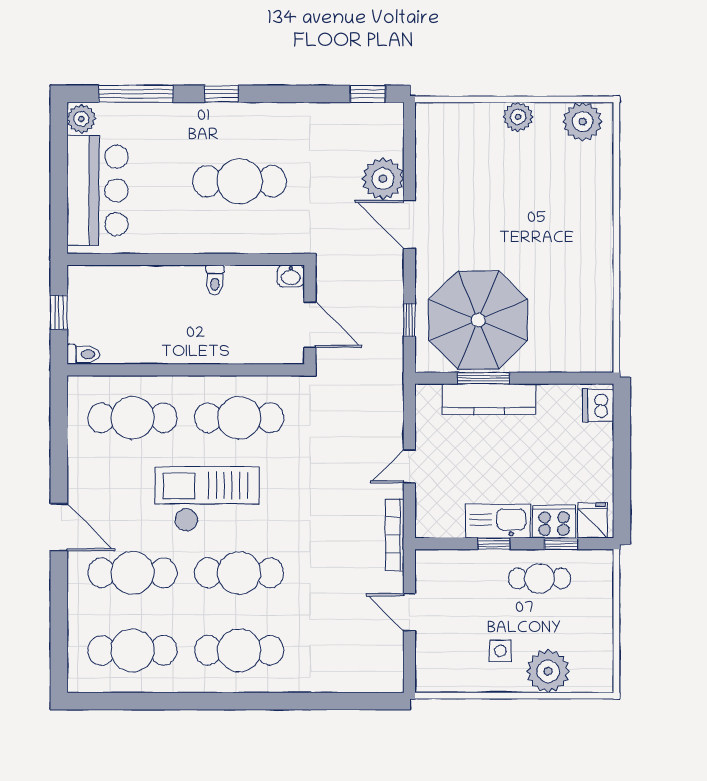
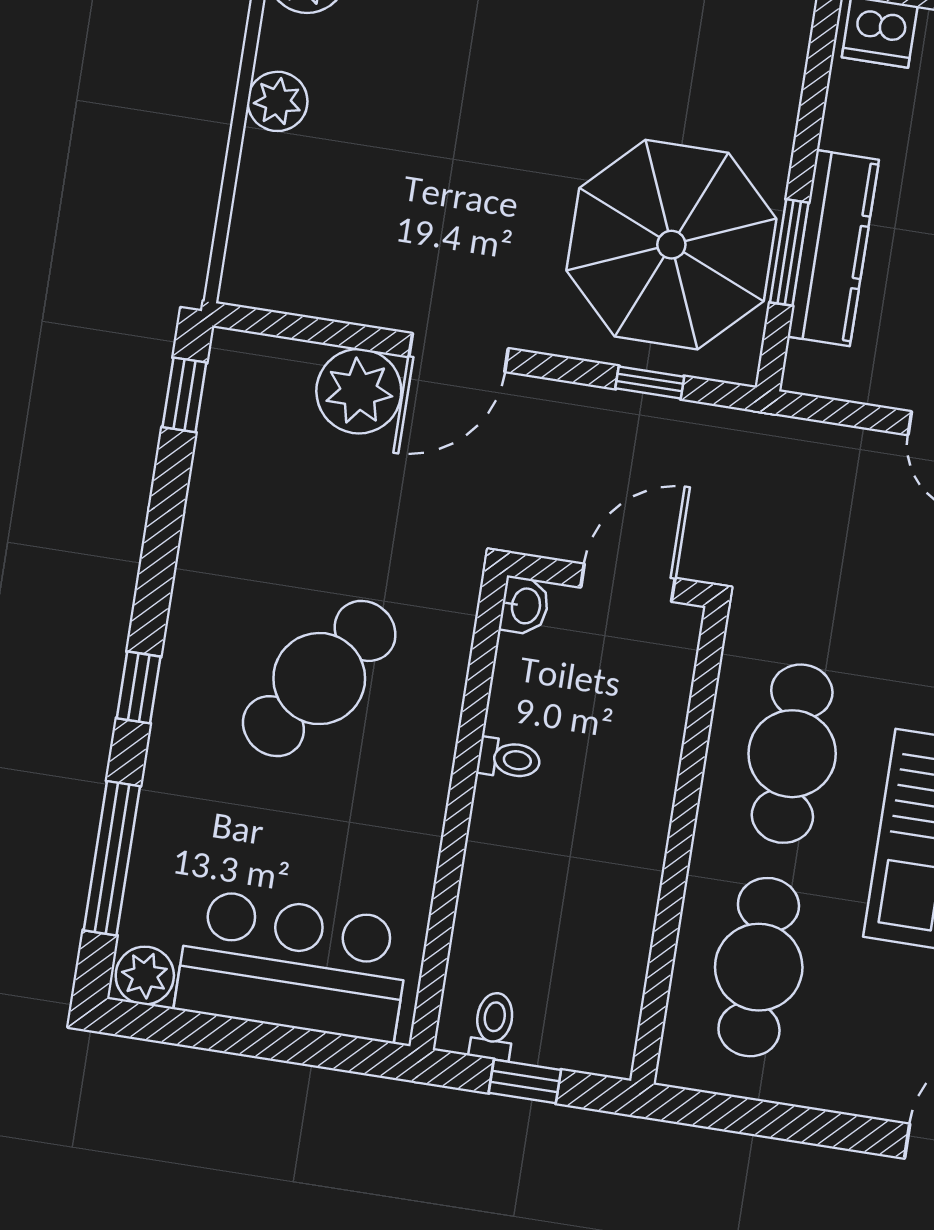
cafe table: (240, 181) -> (319, 679), turned 35
toilet: (83, 354) -> (493, 1026), moved

